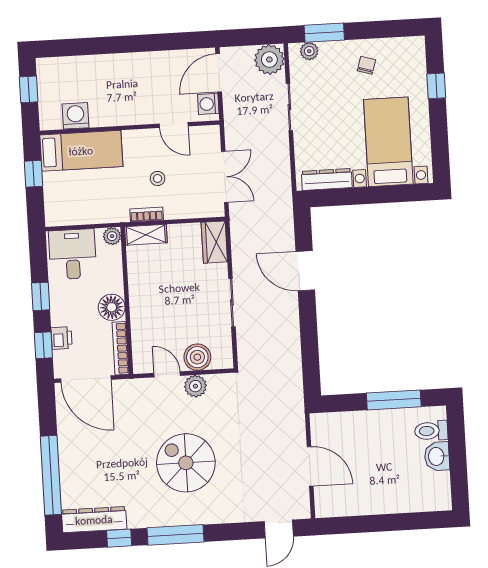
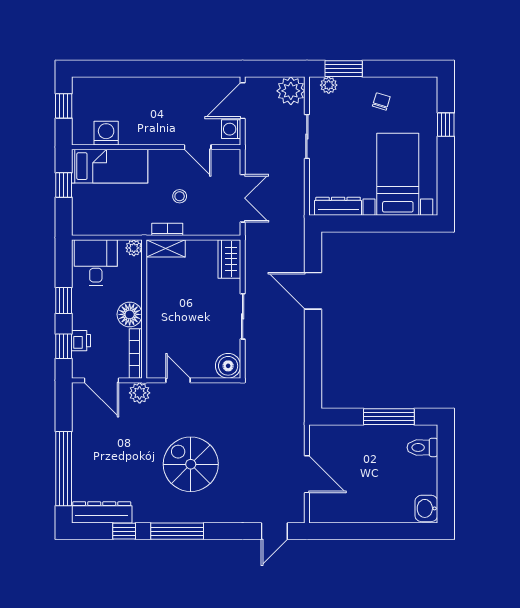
boiler: (197, 357) -> (228, 366), moved
door: (86, 379) -> (102, 380), width x0.73
plant: (195, 386) -> (140, 393), moved
washbasin: (437, 456) -> (426, 508), moved

